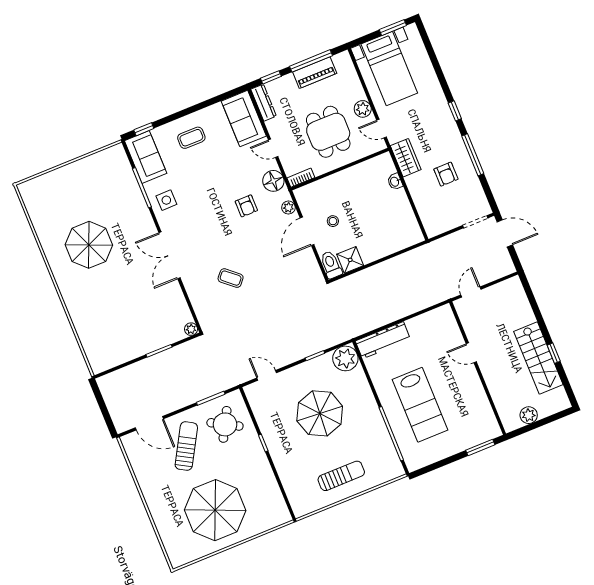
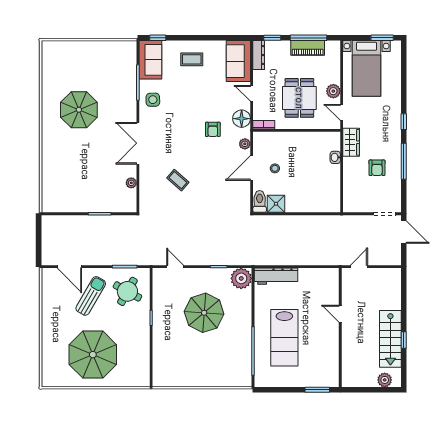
plant: (191, 329) -> (131, 183), moved
plant: (529, 415) -> (385, 380), moved
sun lounger: (341, 476) -> (201, 368), removed

